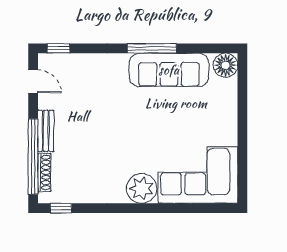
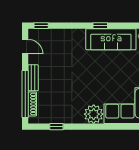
window: (152, 48) -> (100, 26), width x0.46
window: (61, 208) -> (56, 127), moved

